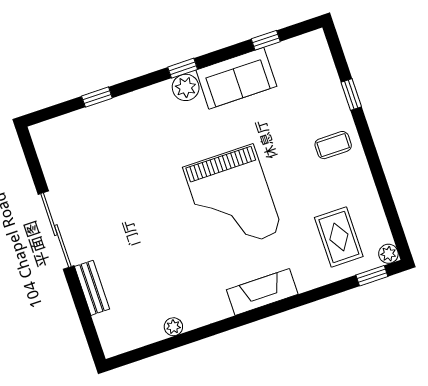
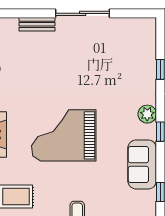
plant: (186, 87) -> (147, 114), moved

